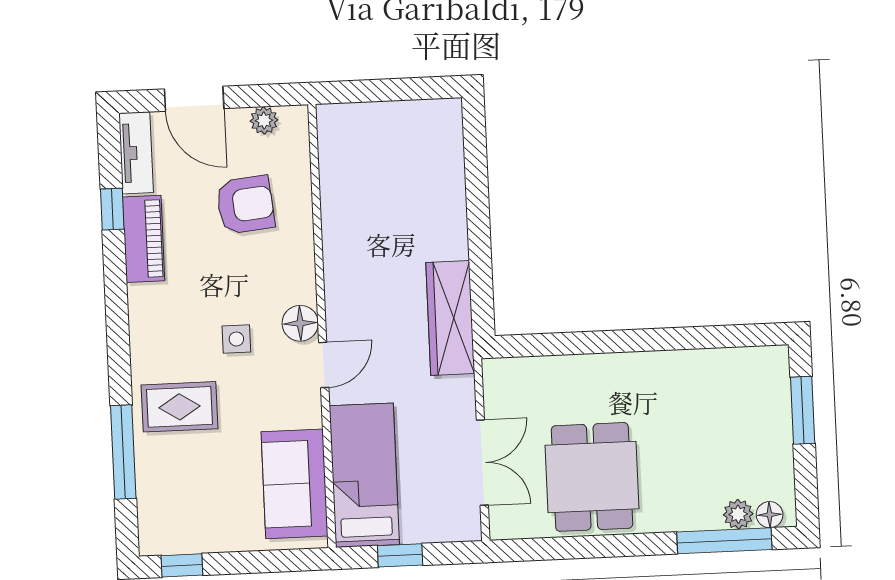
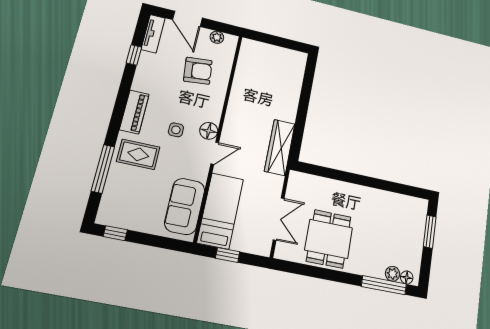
piano: (144, 239) -> (134, 112), moved

